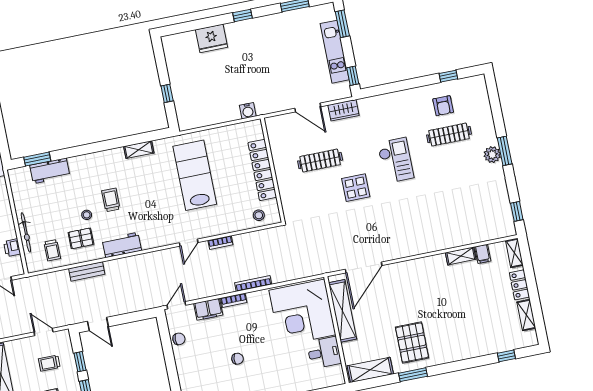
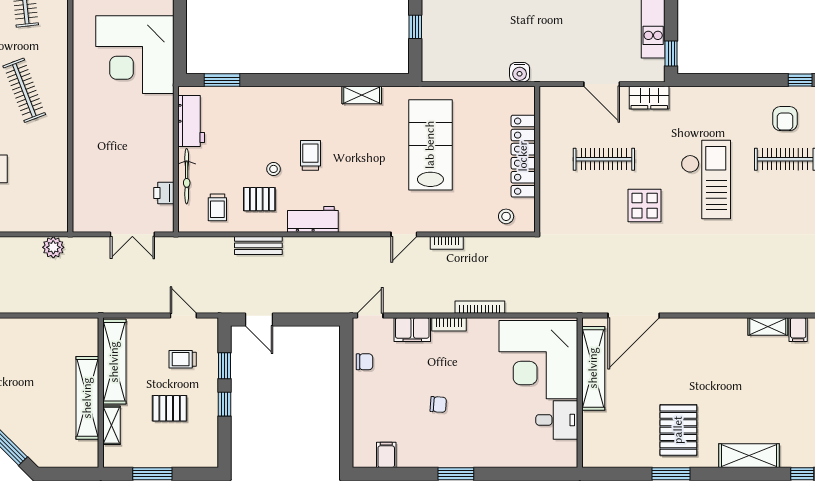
checkout: (396, 160) -> (706, 180), width x1.36, depth x1.21
workbench: (50, 171) -> (191, 121), moved, turned -90
shelving: (370, 370) -> (749, 456), moved

